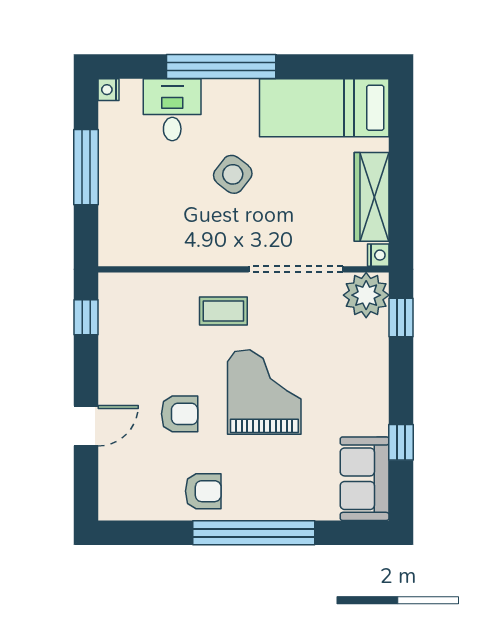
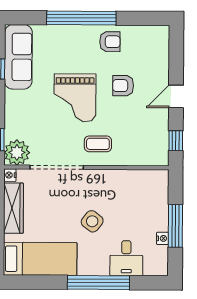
nightstand: (109, 90) -> (163, 238), moved
door: (86, 426) -> (176, 96), moved
sofa: (365, 479) -> (18, 57), width x1.36
armchair: (203, 491) -> (110, 42), turned 180

